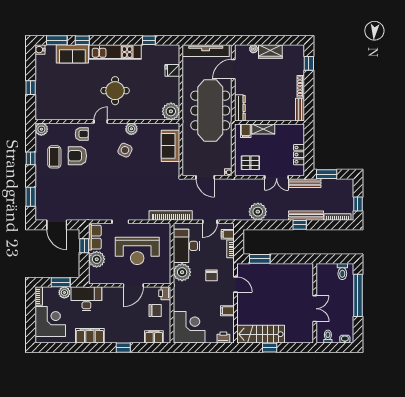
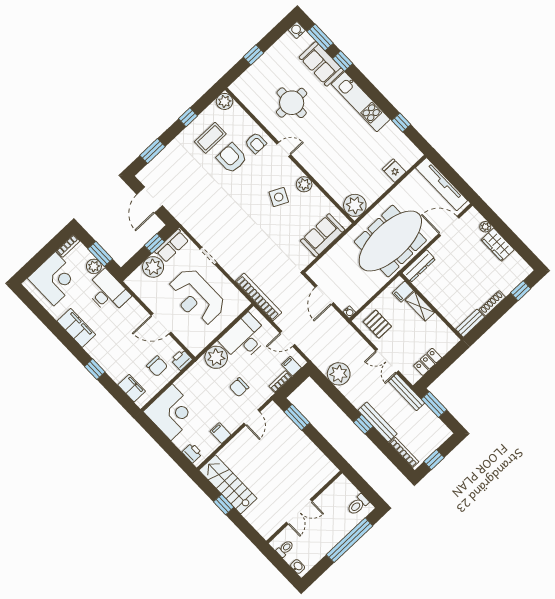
round table: (115, 91) -> (292, 103), moved

